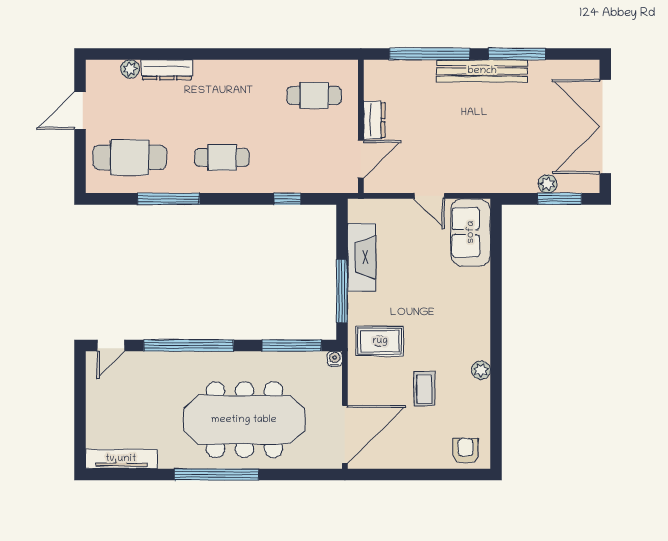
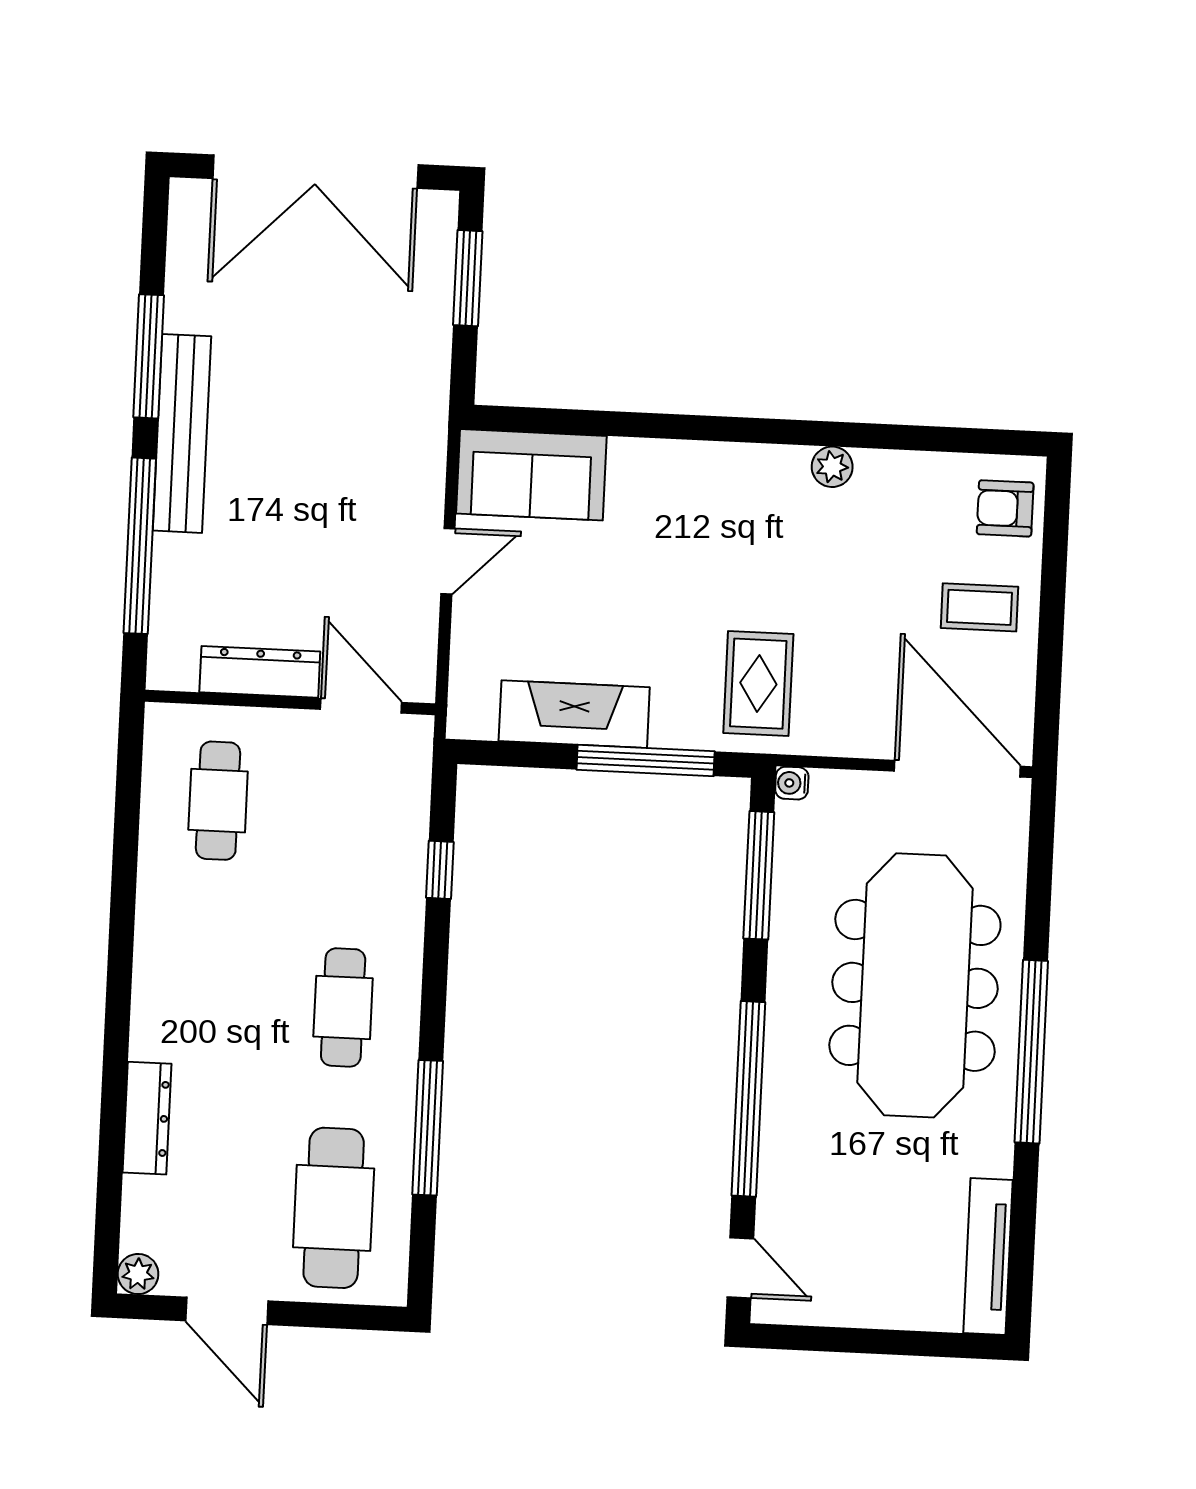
plant: (130, 69) -> (138, 1274), moved
dresser: (374, 120) -> (260, 672), width x1.44
plant: (548, 184) -> (434, 303), removed
coffee table: (424, 389) -> (979, 607), moved

